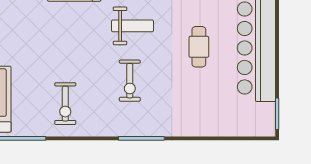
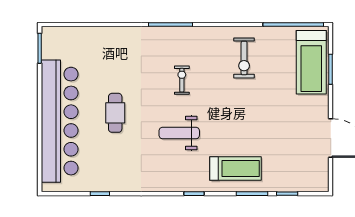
exercise bike: (130, 81) -> (182, 80), width x0.73, depth x0.72
exercise bike: (65, 104) -> (244, 58), turned 180

